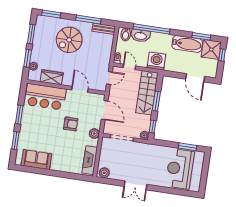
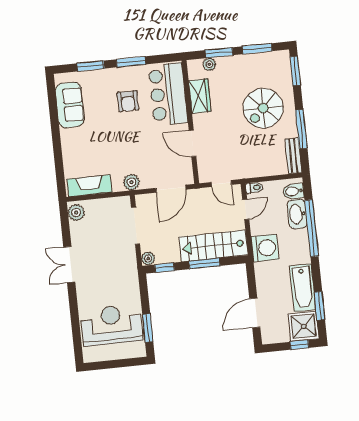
spiral stairs: (69, 40) -> (263, 108), turned -90
door: (80, 89) -> (193, 143), swing flipped
armchair: (71, 124) -> (128, 101), moved

